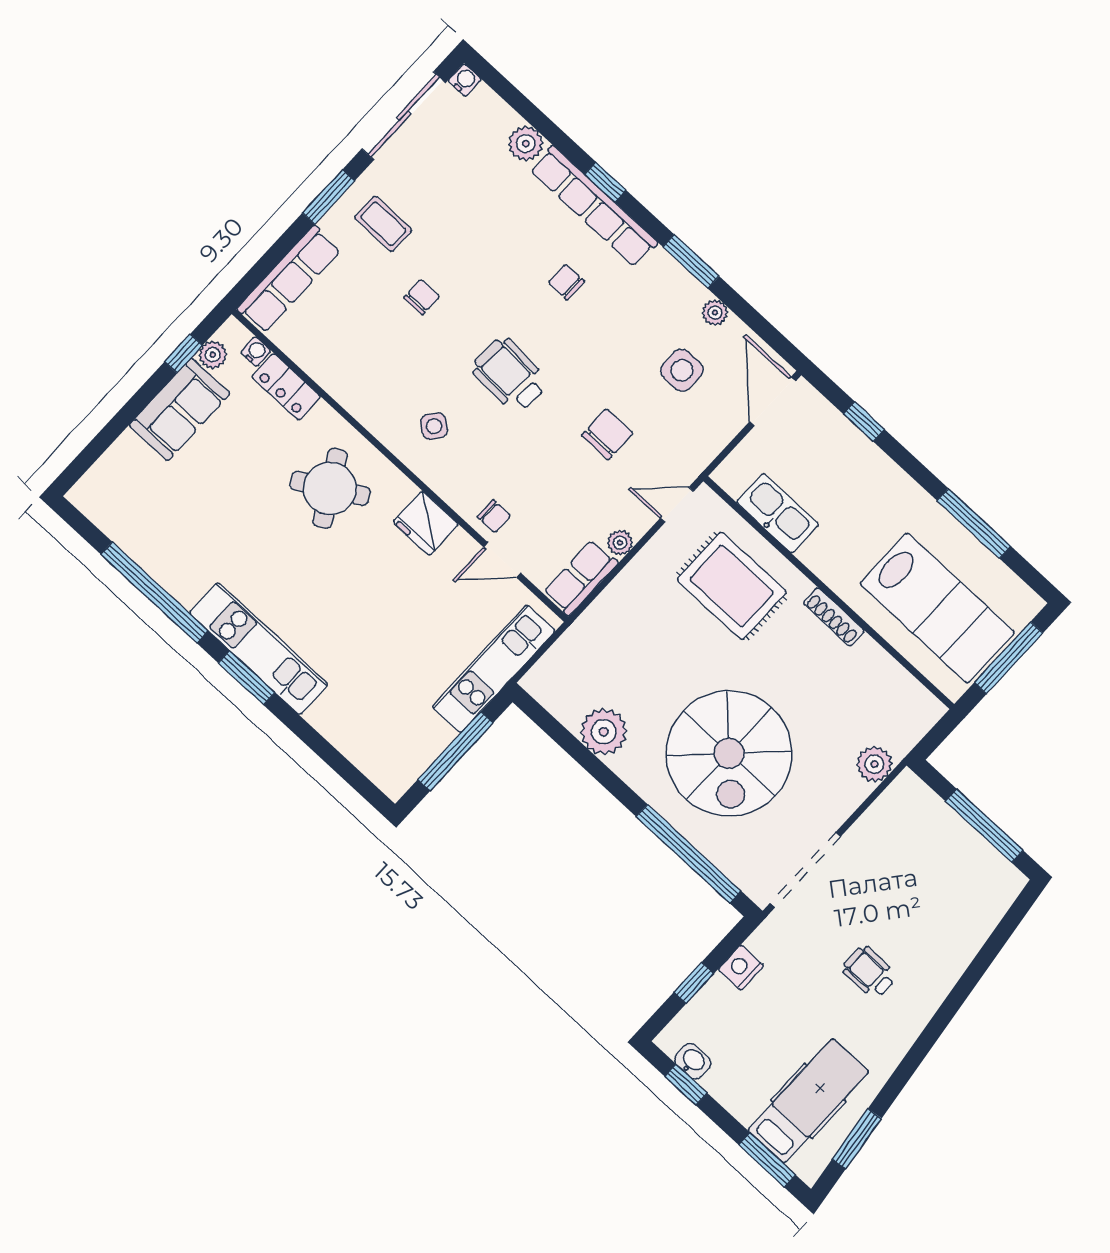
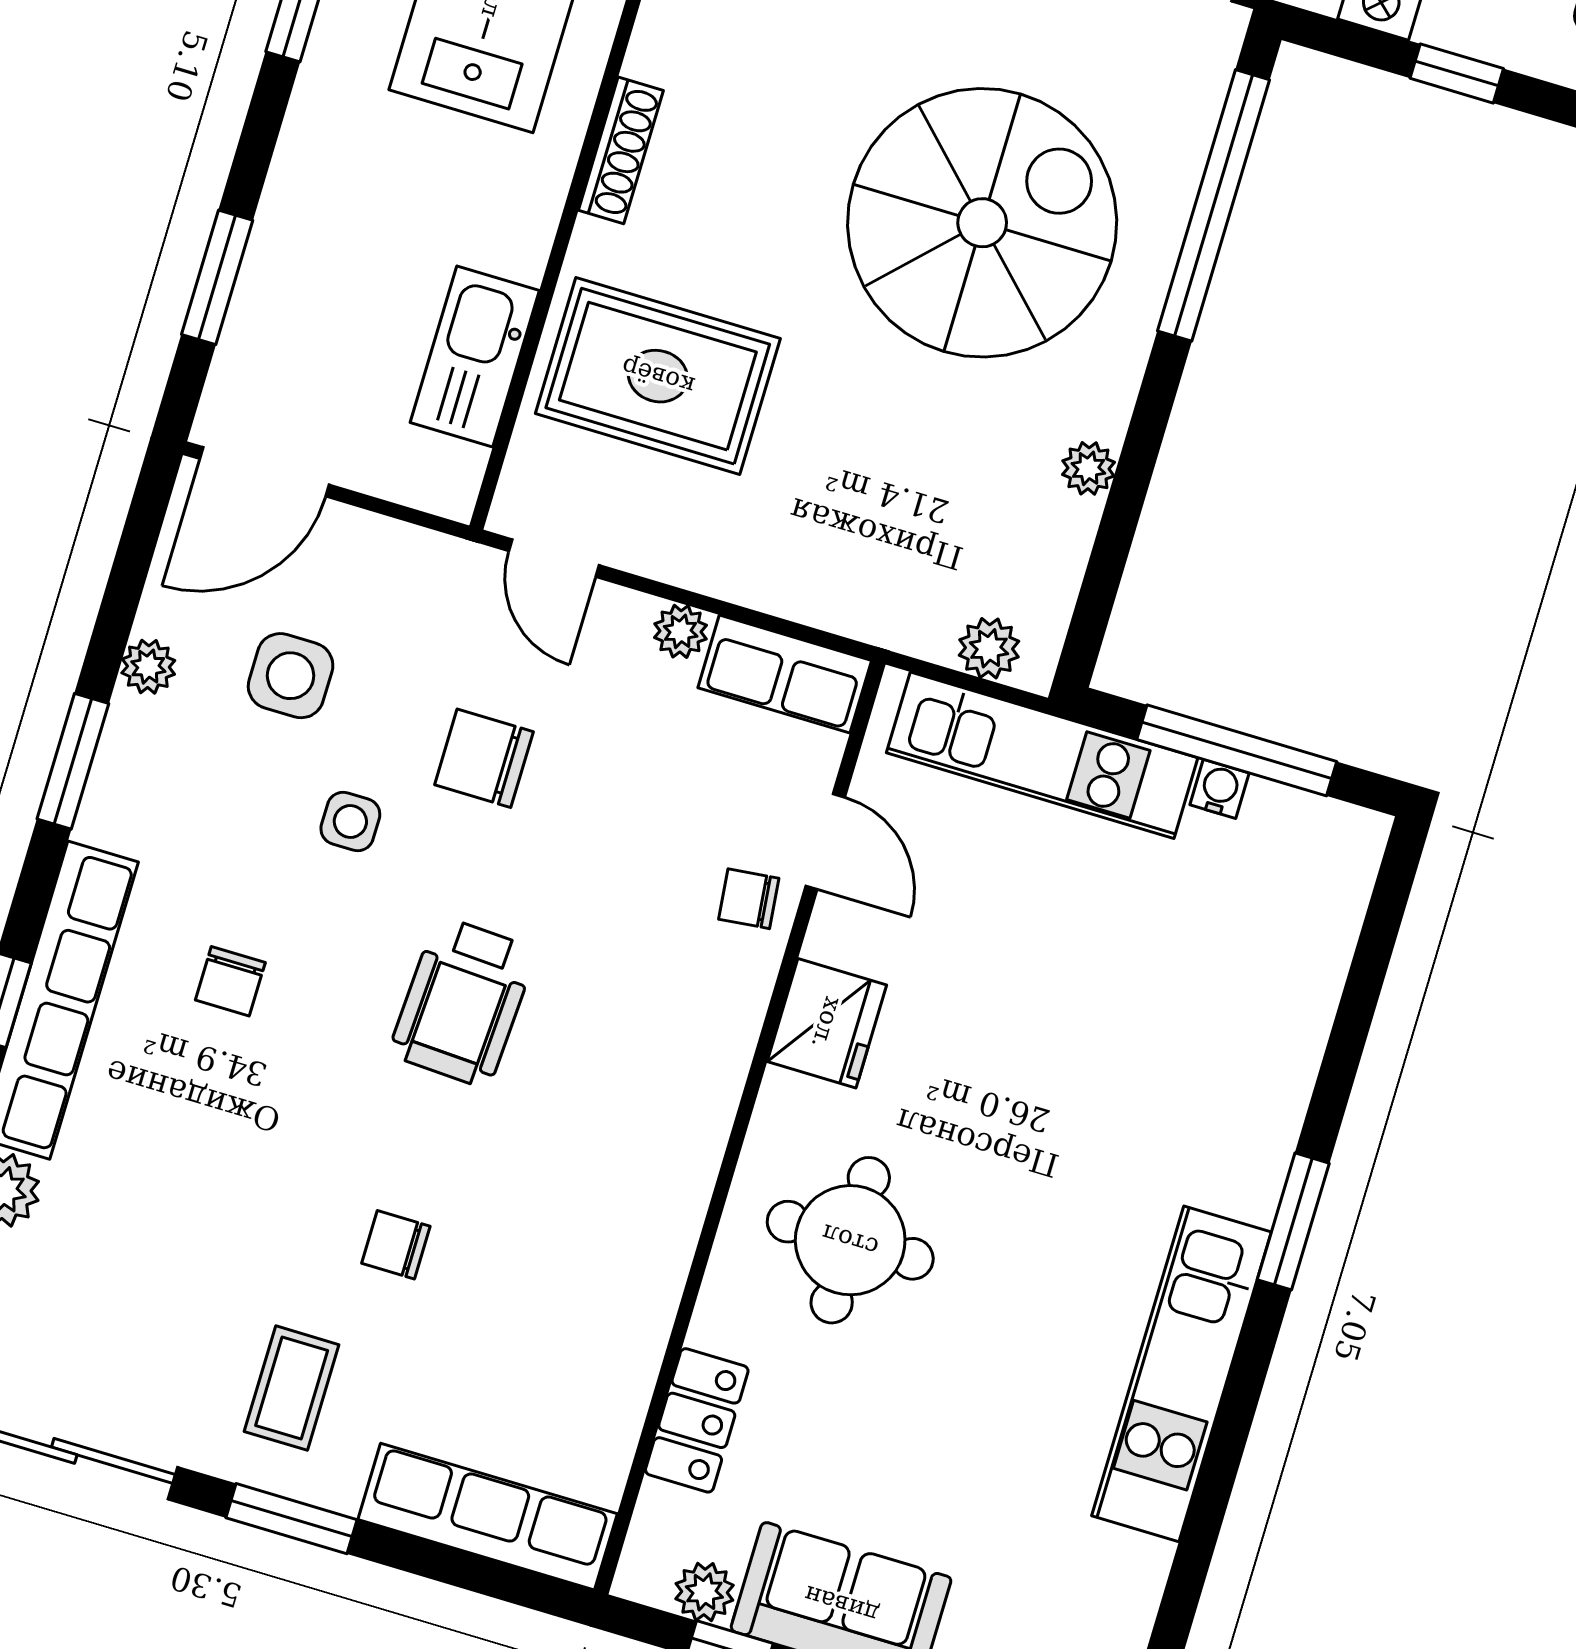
water cooler: (256, 352) -> (1220, 789), moved, turned 90
window: (864, 422) -> (217, 277), width x1.50
side table: (434, 426) -> (350, 821), moved, turned -38
round table: (330, 488) -> (850, 1240), turned 30
chair: (494, 516) -> (749, 899), turned -96
rug: (732, 586) -> (658, 376), turned 90
window: (155, 593) -> (1216, 1479), removed
kitchen unit: (259, 649) -> (1181, 1374), moved
plant: (549, 668) -> (989, 648), added
plant: (604, 732) -> (1088, 468), width x0.53, depth x0.53

